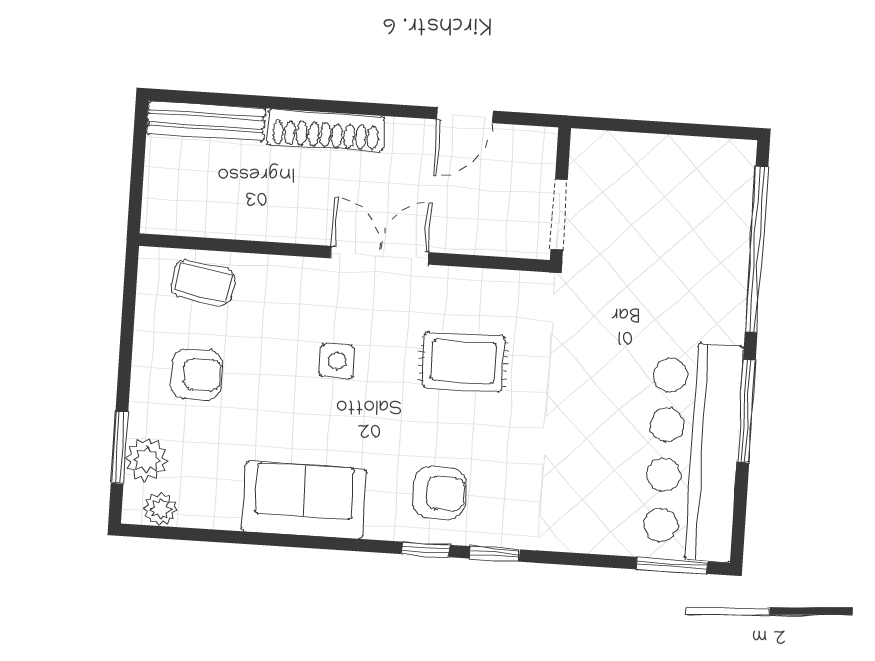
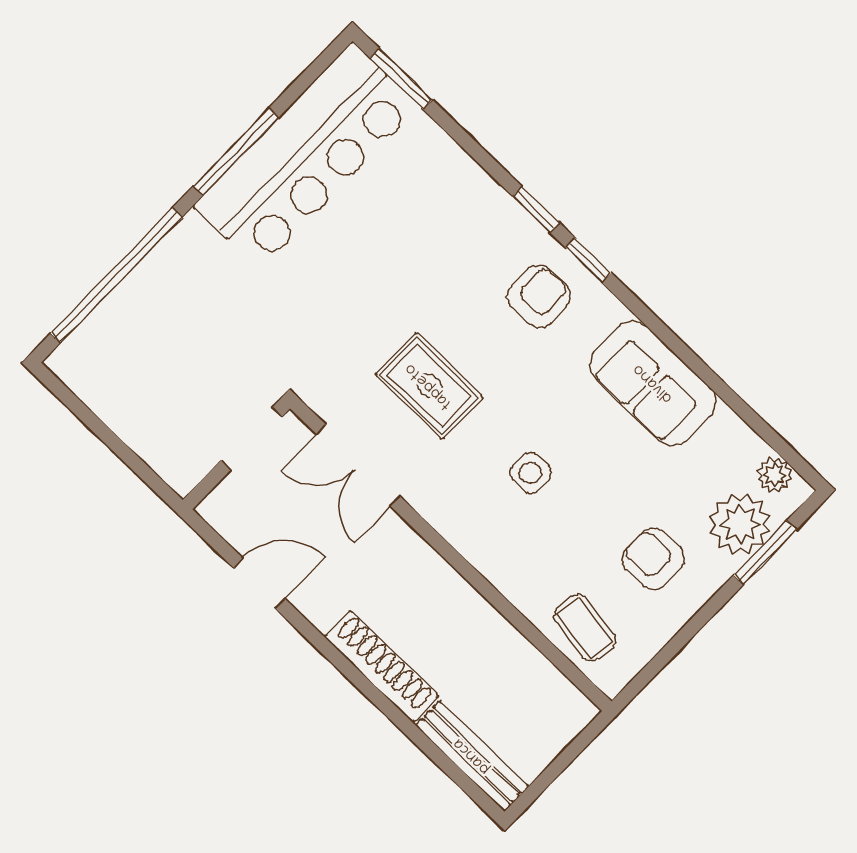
double door: (380, 255) -> (358, 465), moved
plant: (147, 460) -> (740, 524), width x1.36, depth x1.36
armchair: (439, 493) -> (539, 296), turned 90

